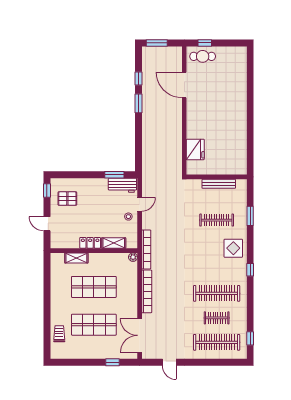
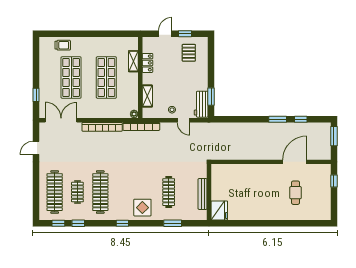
cafe table: (203, 56) -> (296, 193), moved
fridge: (195, 149) -> (219, 210), moved, turned -90
window: (47, 190) -> (185, 34), moved
locker: (90, 243) -> (147, 63), moved
window: (250, 317) -> (78, 223), added

